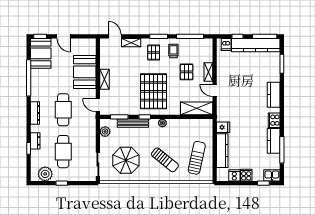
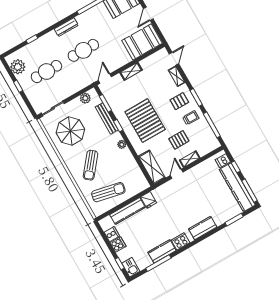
booth: (85, 72) -> (142, 42), moved
pallet: (153, 91) -> (145, 121), turned 90
dresser: (35, 141) -> (42, 41), removed

